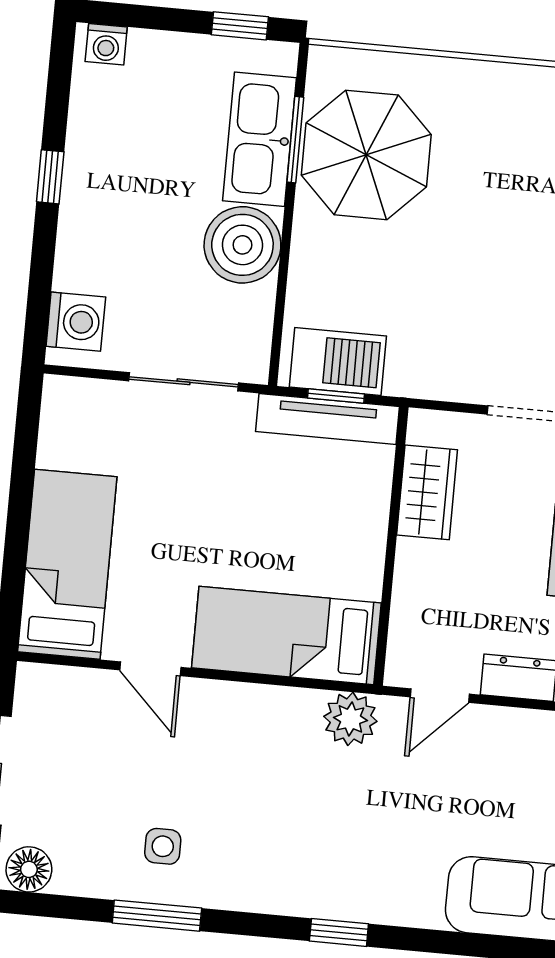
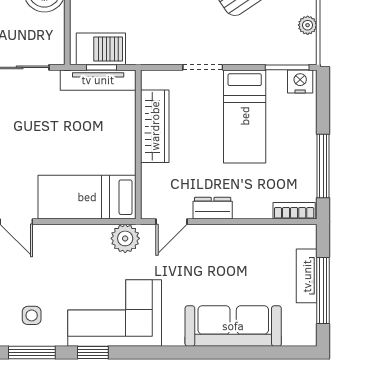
wardrobe: (427, 492) -> (155, 126), width x1.50
corner sofa: (318, 856) -> (115, 313), added
window: (339, 932) -> (93, 353), moved

